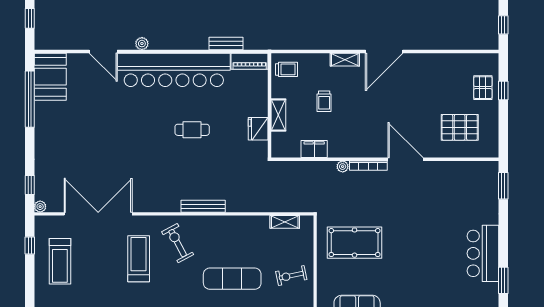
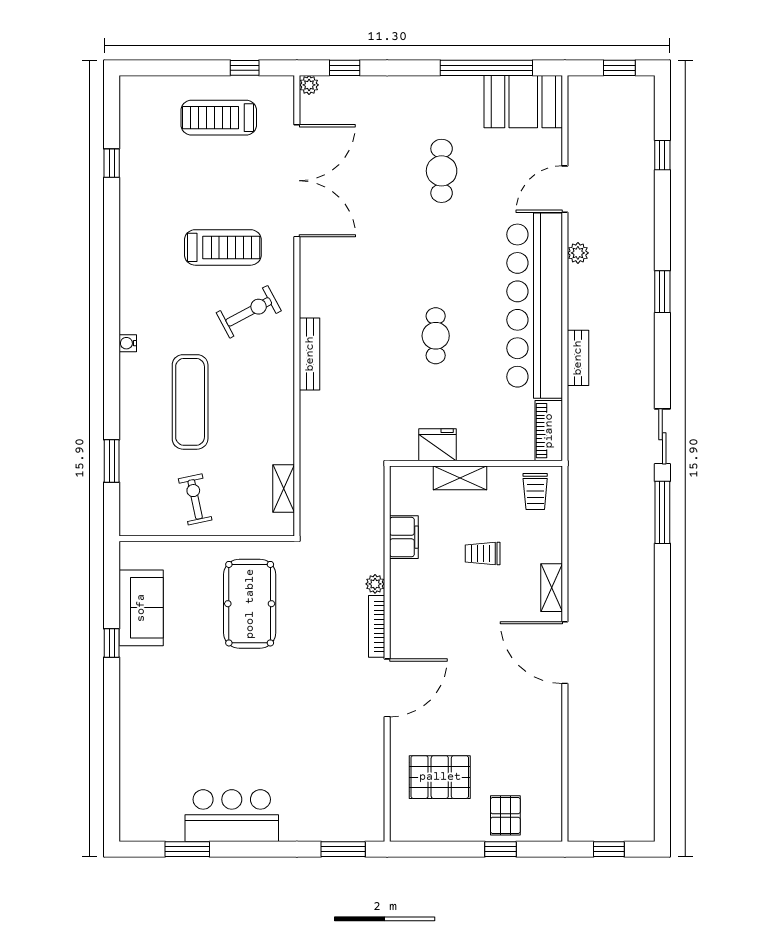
bench: (226, 44) -> (578, 358), moved
pallet: (483, 88) -> (505, 815), turned 90
cafe table: (92, 126) -> (442, 171), added
pallet: (460, 127) -> (440, 777), turned 90

